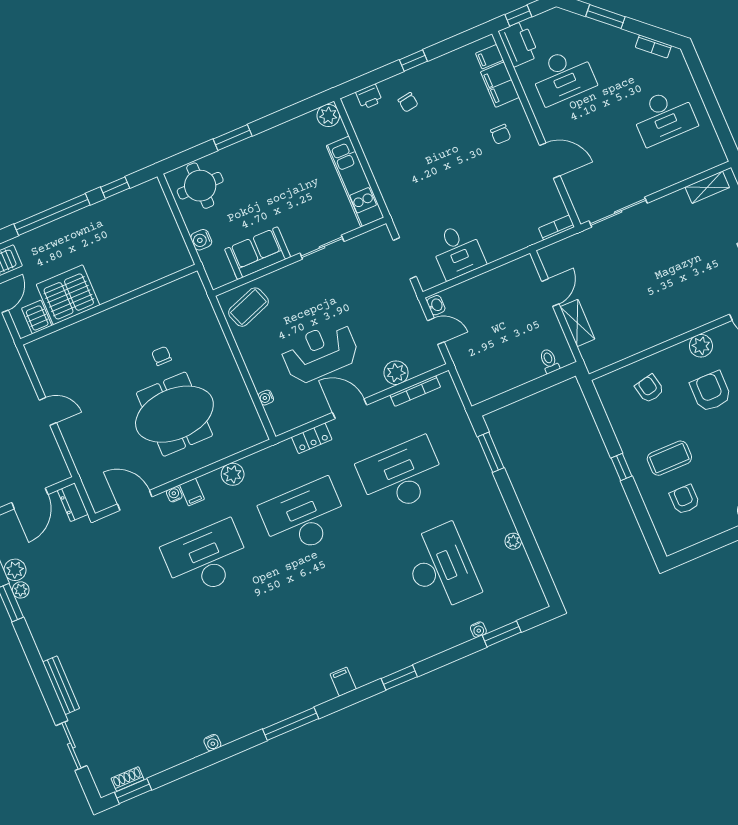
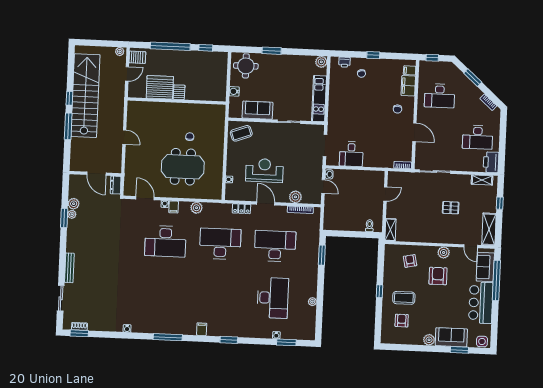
printer: (519, 44) -> (491, 162), moved, turned 180
pallet: (676, 262) -> (451, 208), added
server rack: (37, 317) -> (179, 92), moved
shelving: (577, 323) -> (390, 230), moved
door: (30, 498) -> (96, 174), hinge flipped
desk: (206, 559) -> (165, 241), turned 180

